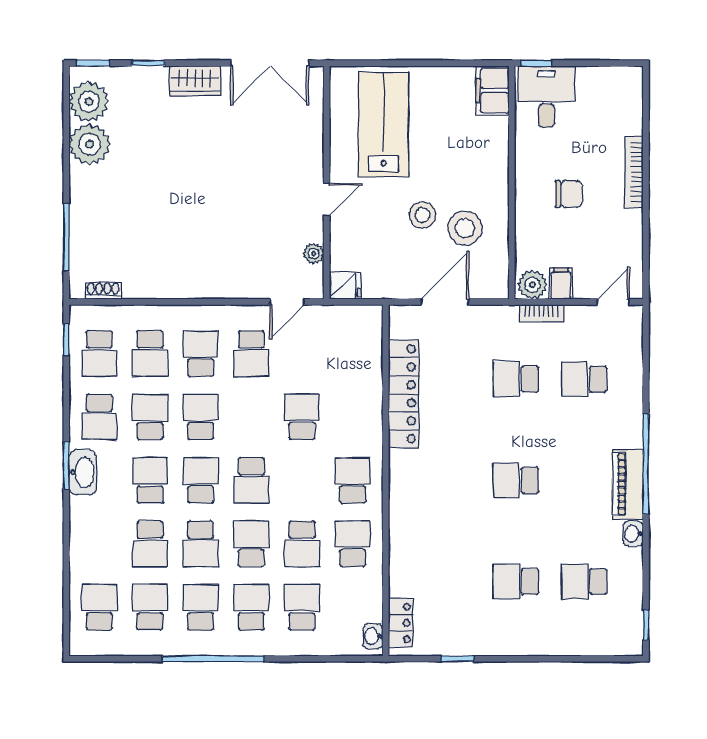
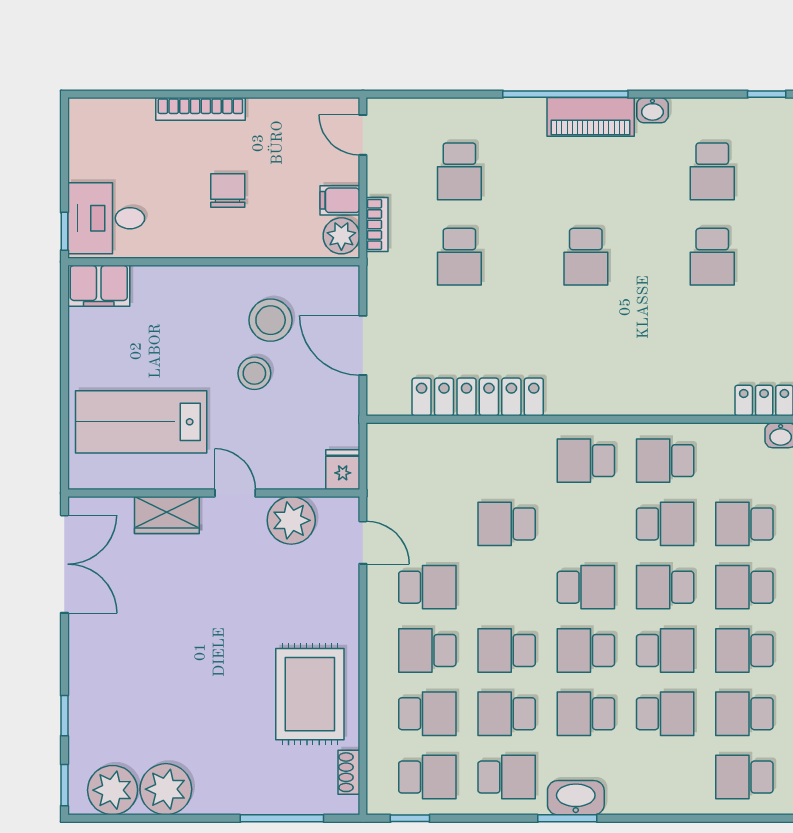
wardrobe: (195, 81) -> (167, 515), moved, turned 90
plant: (314, 253) -> (291, 520), width x1.88, depth x1.88
rug: (166, 260) -> (310, 694), added

